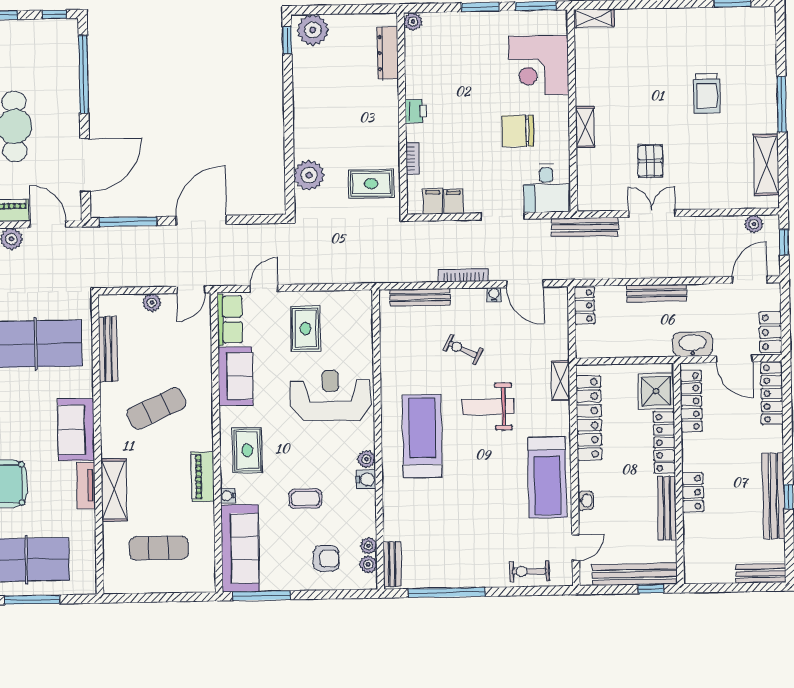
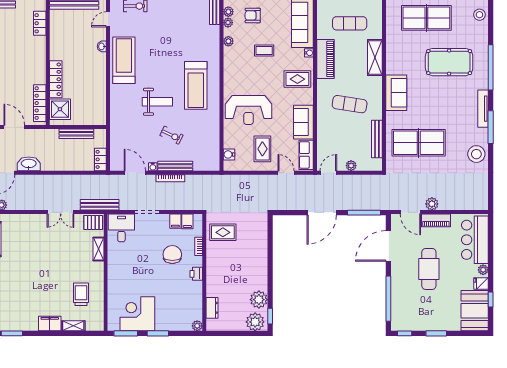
shelving: (594, 18) -> (73, 326), moved
filing cabinet: (667, 21) -> (50, 324), added
dresser: (388, 53) -> (212, 308), width x0.70
corner desk: (539, 65) -> (137, 314), moved, turned -90
trolley: (707, 93) -> (81, 294), moved
shelving: (585, 127) -> (98, 249), moved
chair: (518, 131) -> (172, 255), moved, turned -90
pallet: (650, 161) -> (93, 222), moved, turned 90
plant: (309, 175) -> (259, 300), moved
door: (264, 288) -> (286, 173), swing flipped
bench: (657, 293) -> (76, 134), moved
bench: (420, 297) -> (175, 166), moved
washbasin: (693, 344) -> (29, 164), moved, turned 180
shelving: (561, 381) -> (115, 116), removed
exercise mat: (156, 408) -> (350, 104), turned 33
locker: (589, 418) -> (99, 94), removed
rug: (247, 450) -> (297, 79), turned 90
plant: (366, 459) -> (228, 41), moved
piano: (203, 477) -> (325, 59), width x1.37, depth x1.33
water cooler: (366, 479) -> (229, 154), moved
tv unit: (86, 486) -> (391, 60), removed
locker: (693, 492) -> (40, 23), moved
bench: (667, 508) -> (55, 41), removed

